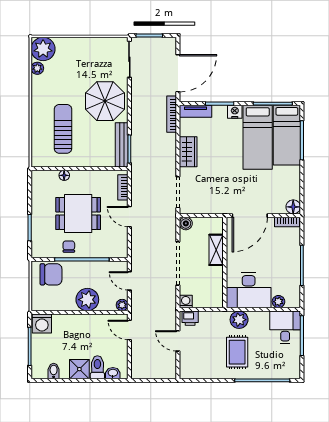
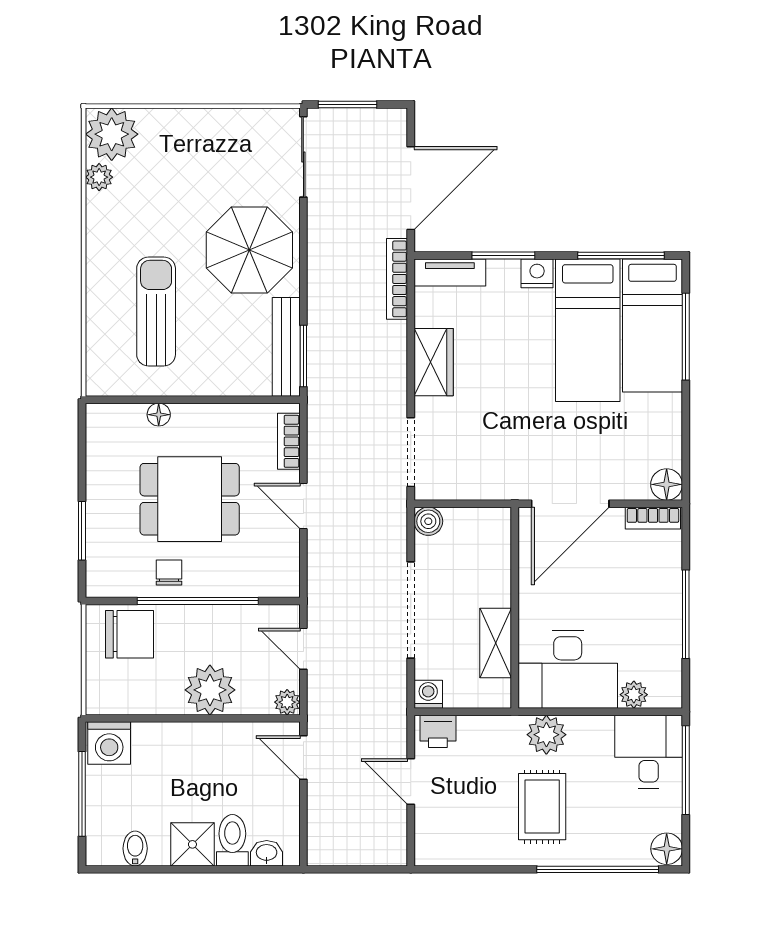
shelving: (216, 250) -> (496, 643), moved
floor lamp: (293, 371) -> (667, 849), added

